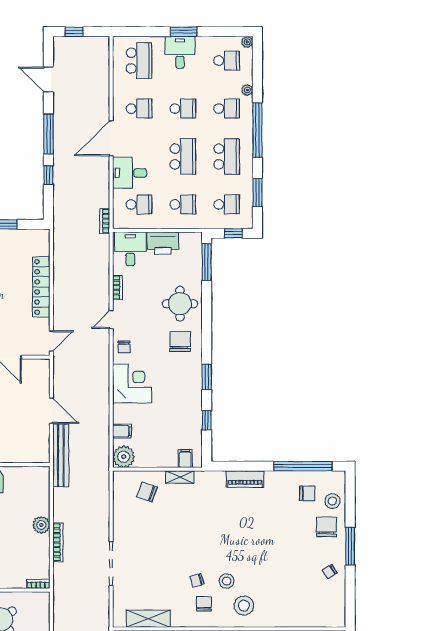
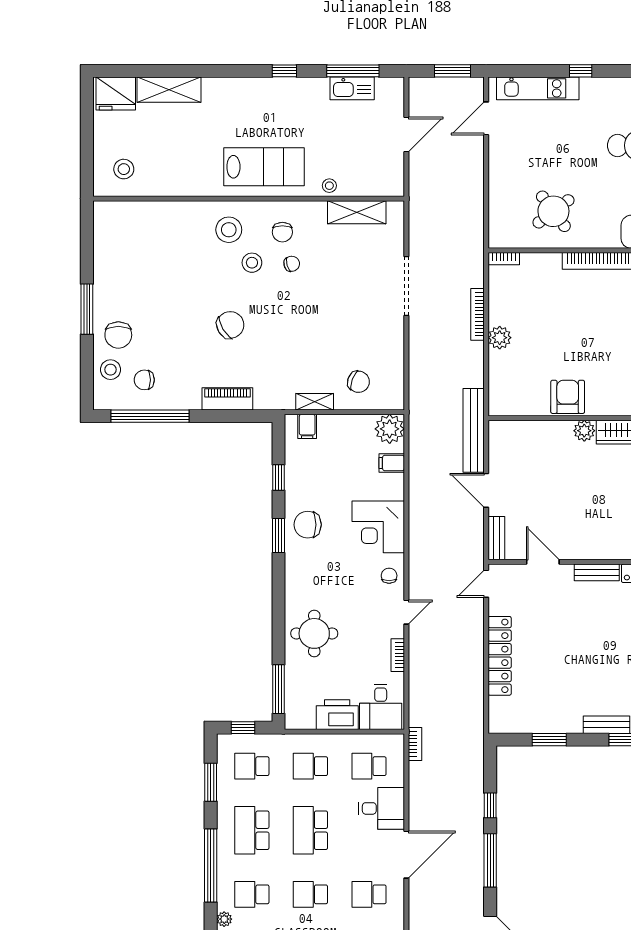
chair: (180, 342) -> (308, 525), moved, turned 90
bench: (44, 375) -> (496, 538), added
chair: (330, 571) -> (230, 325), moved, width x1.87, depth x1.87

